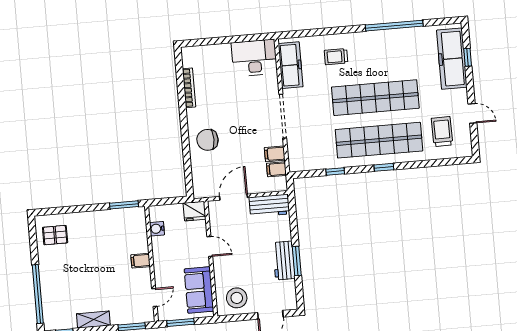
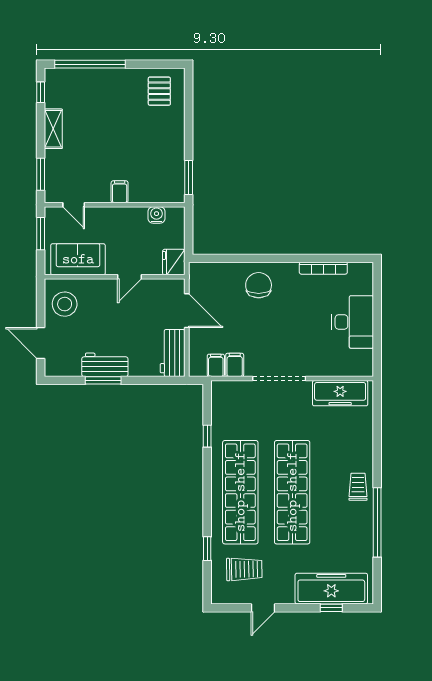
trolley: (336, 57) -> (358, 487), moved
desk: (254, 58) -> (353, 322), moved
window: (384, 167) -> (207, 549), moved

